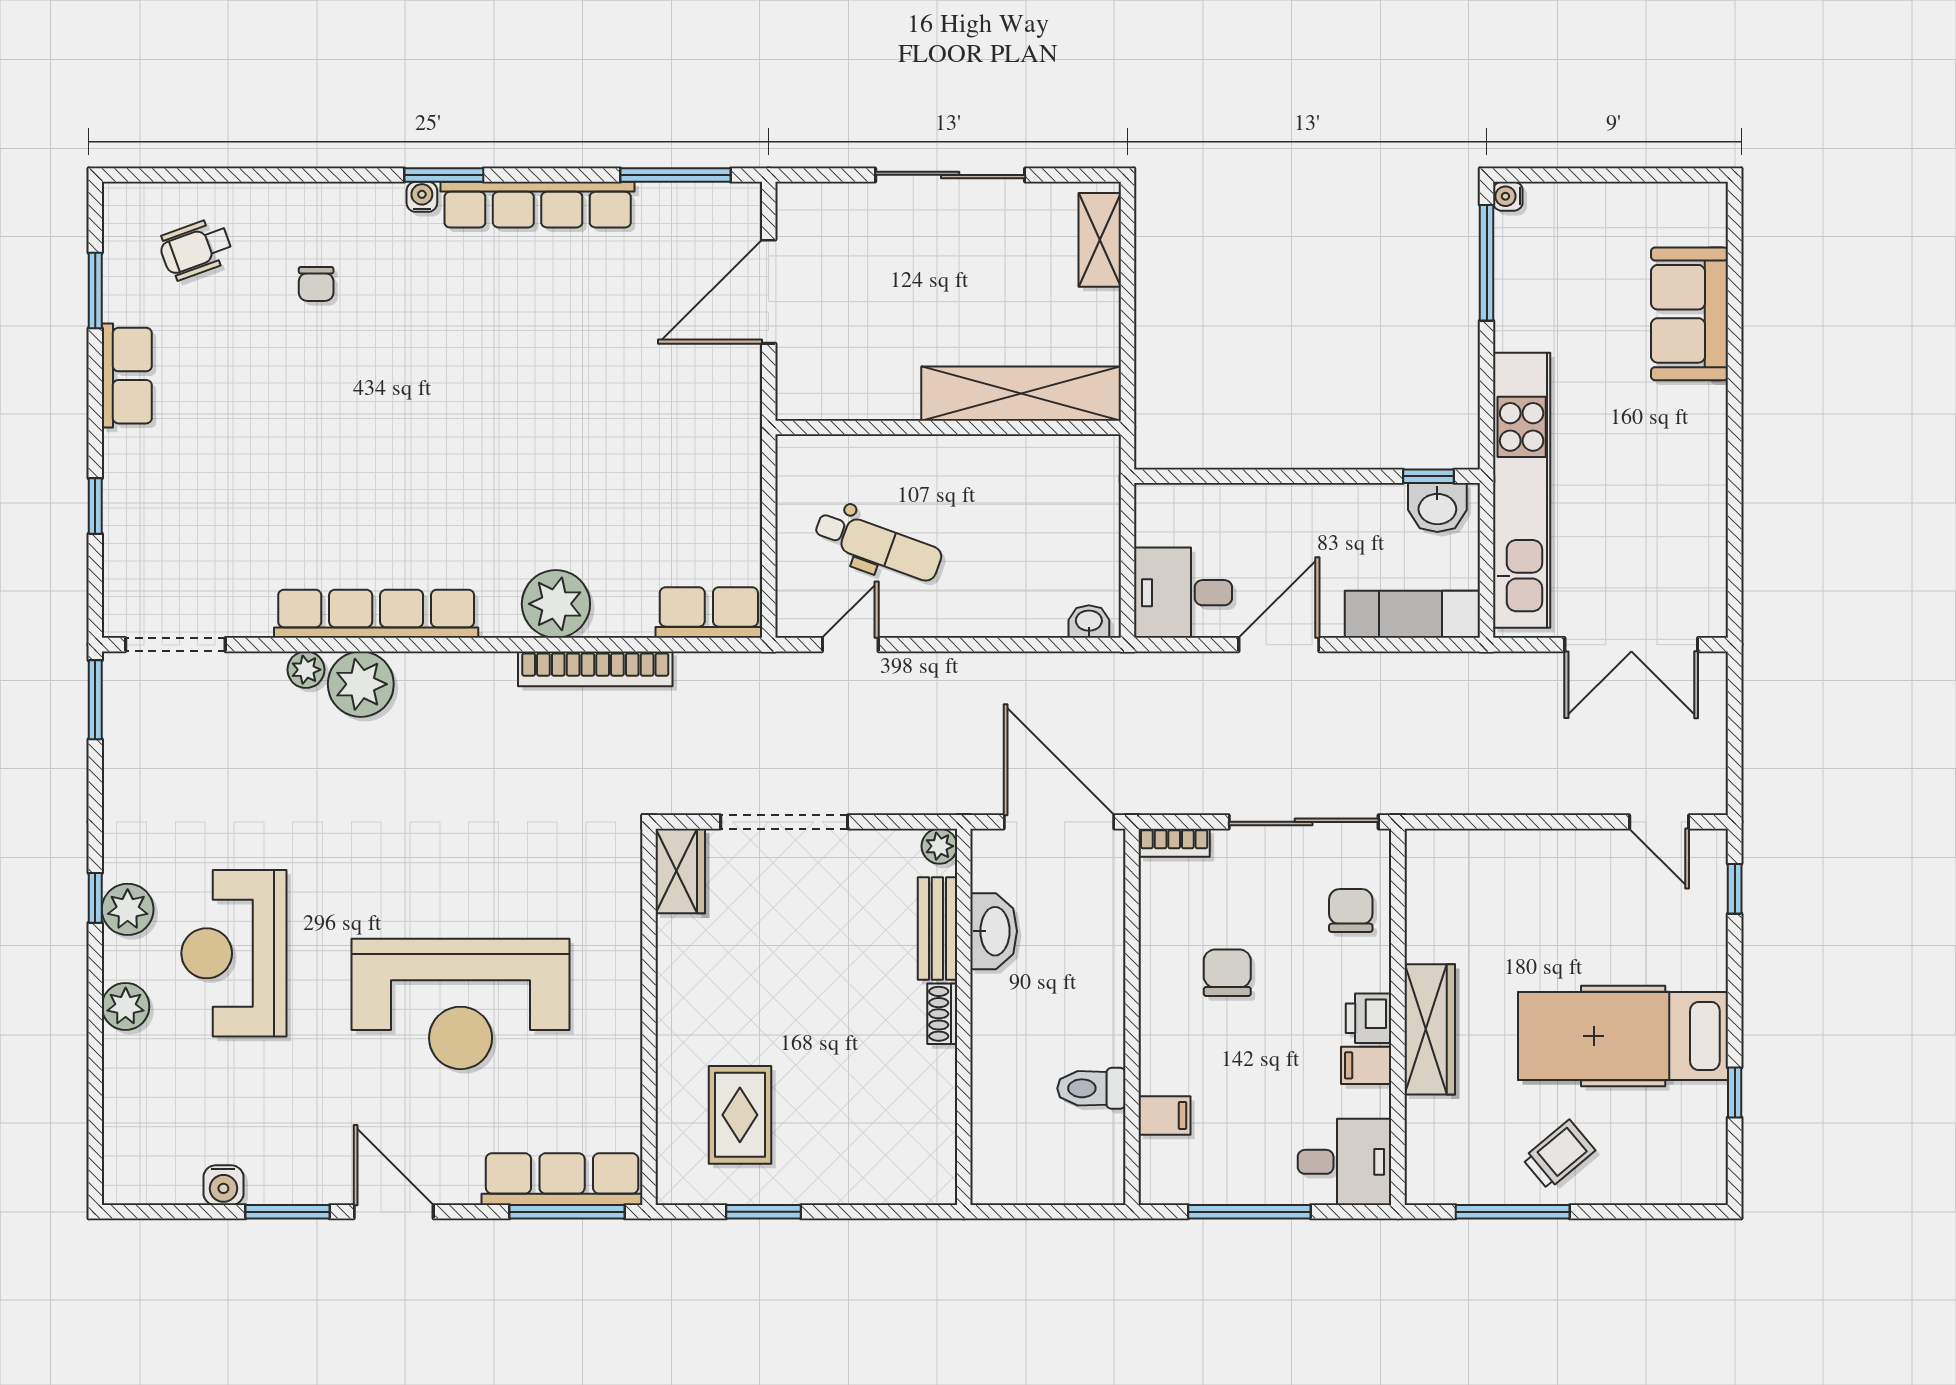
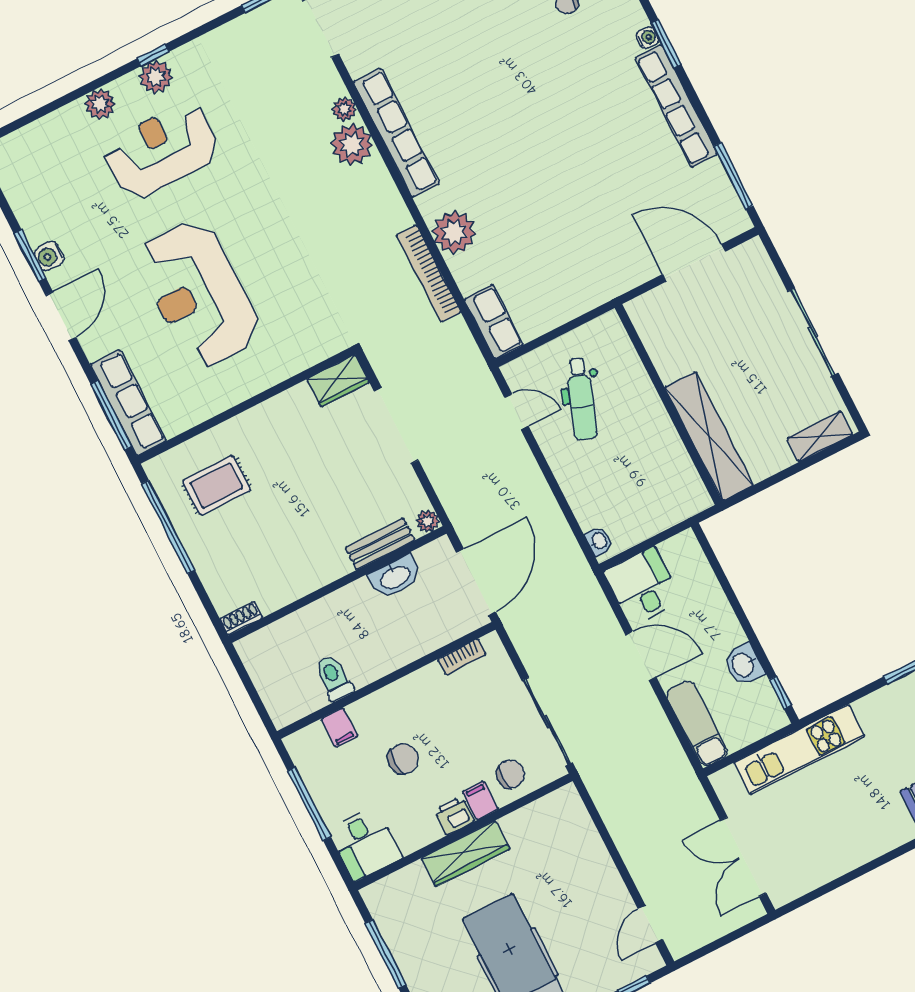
kitchen unit: (1522, 490) -> (799, 749), width x0.73
washbasin: (1437, 508) -> (744, 665), moved
bookcase: (1174, 843) -> (462, 657), moved, turned -90
chair: (1227, 973) -> (403, 759), moved
shoe rack: (942, 1014) -> (241, 618), moved
filing cabinet: (1366, 1065) -> (480, 800), moved
trolley: (1559, 1155) -> (432, 964), removed
water cooler: (223, 1185) -> (49, 256), moved
window: (763, 1212) -> (168, 527), width x2.11

